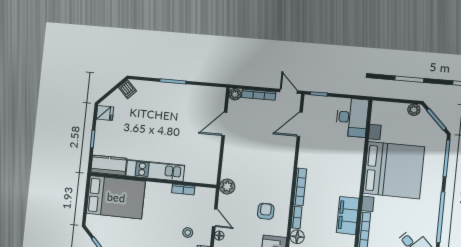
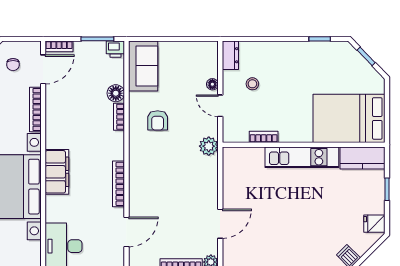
bookcase: (300, 187) -> (119, 184), moved
filing cabinet: (348, 215) -> (57, 172), moved

